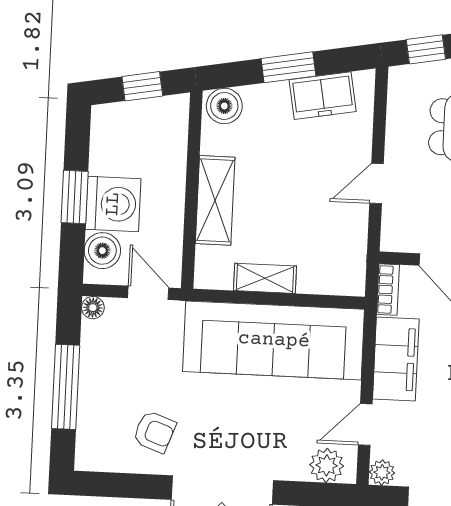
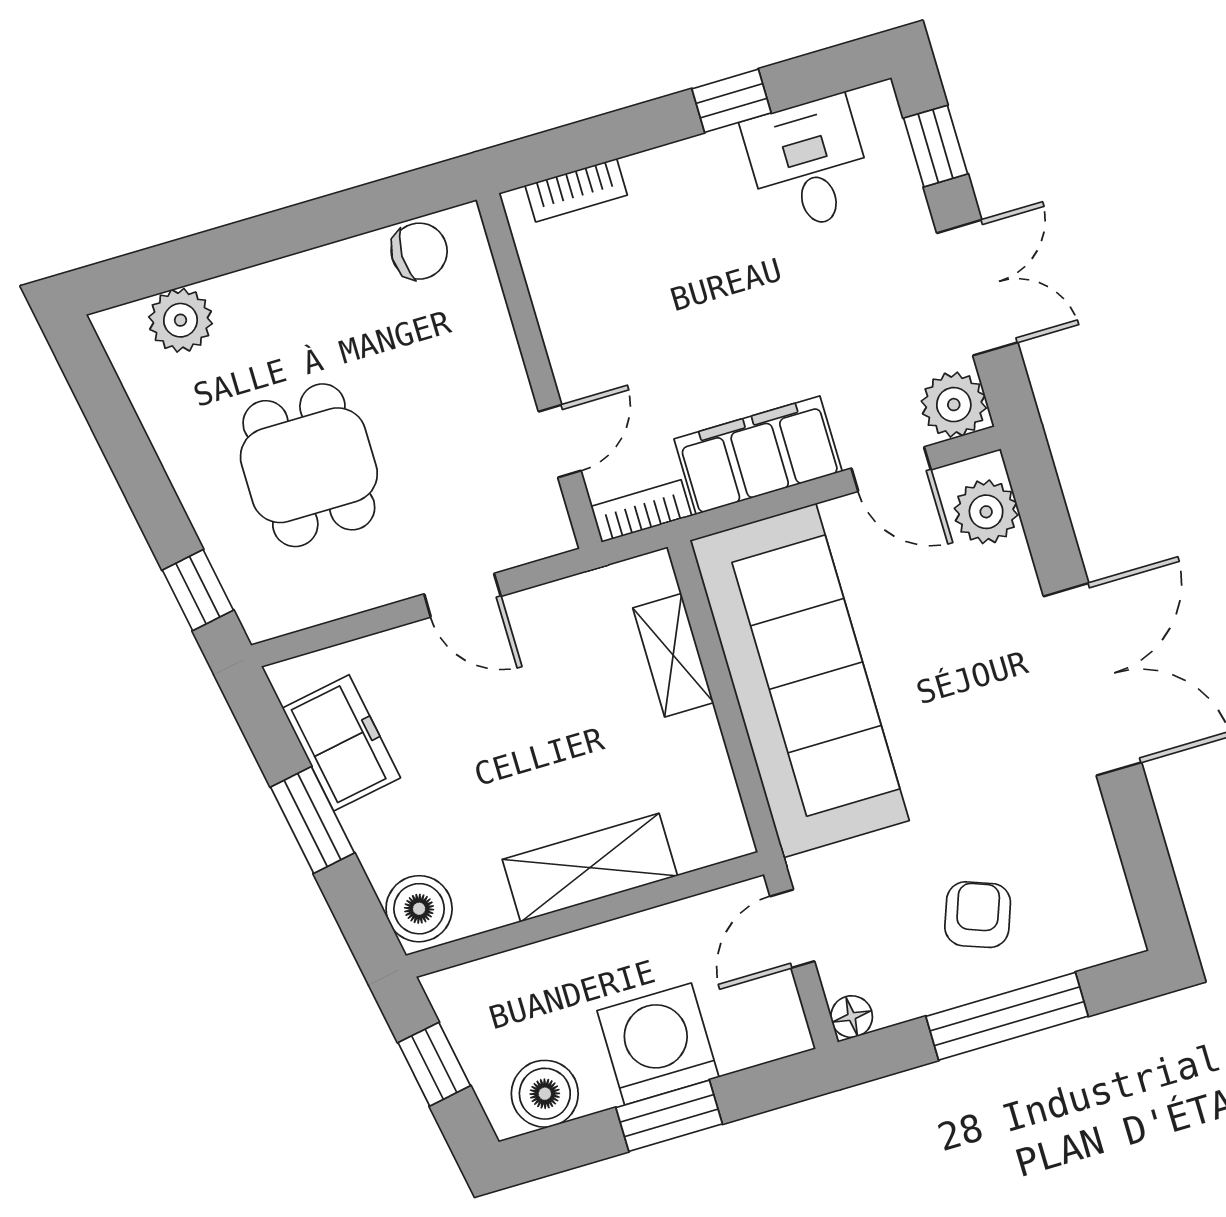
boiler: (102, 251) -> (545, 1094), moved
shelving: (265, 278) -> (673, 655), moved
armchair: (154, 432) -> (978, 915), moved
plant: (382, 472) -> (954, 405), width x1.38, depth x1.38

